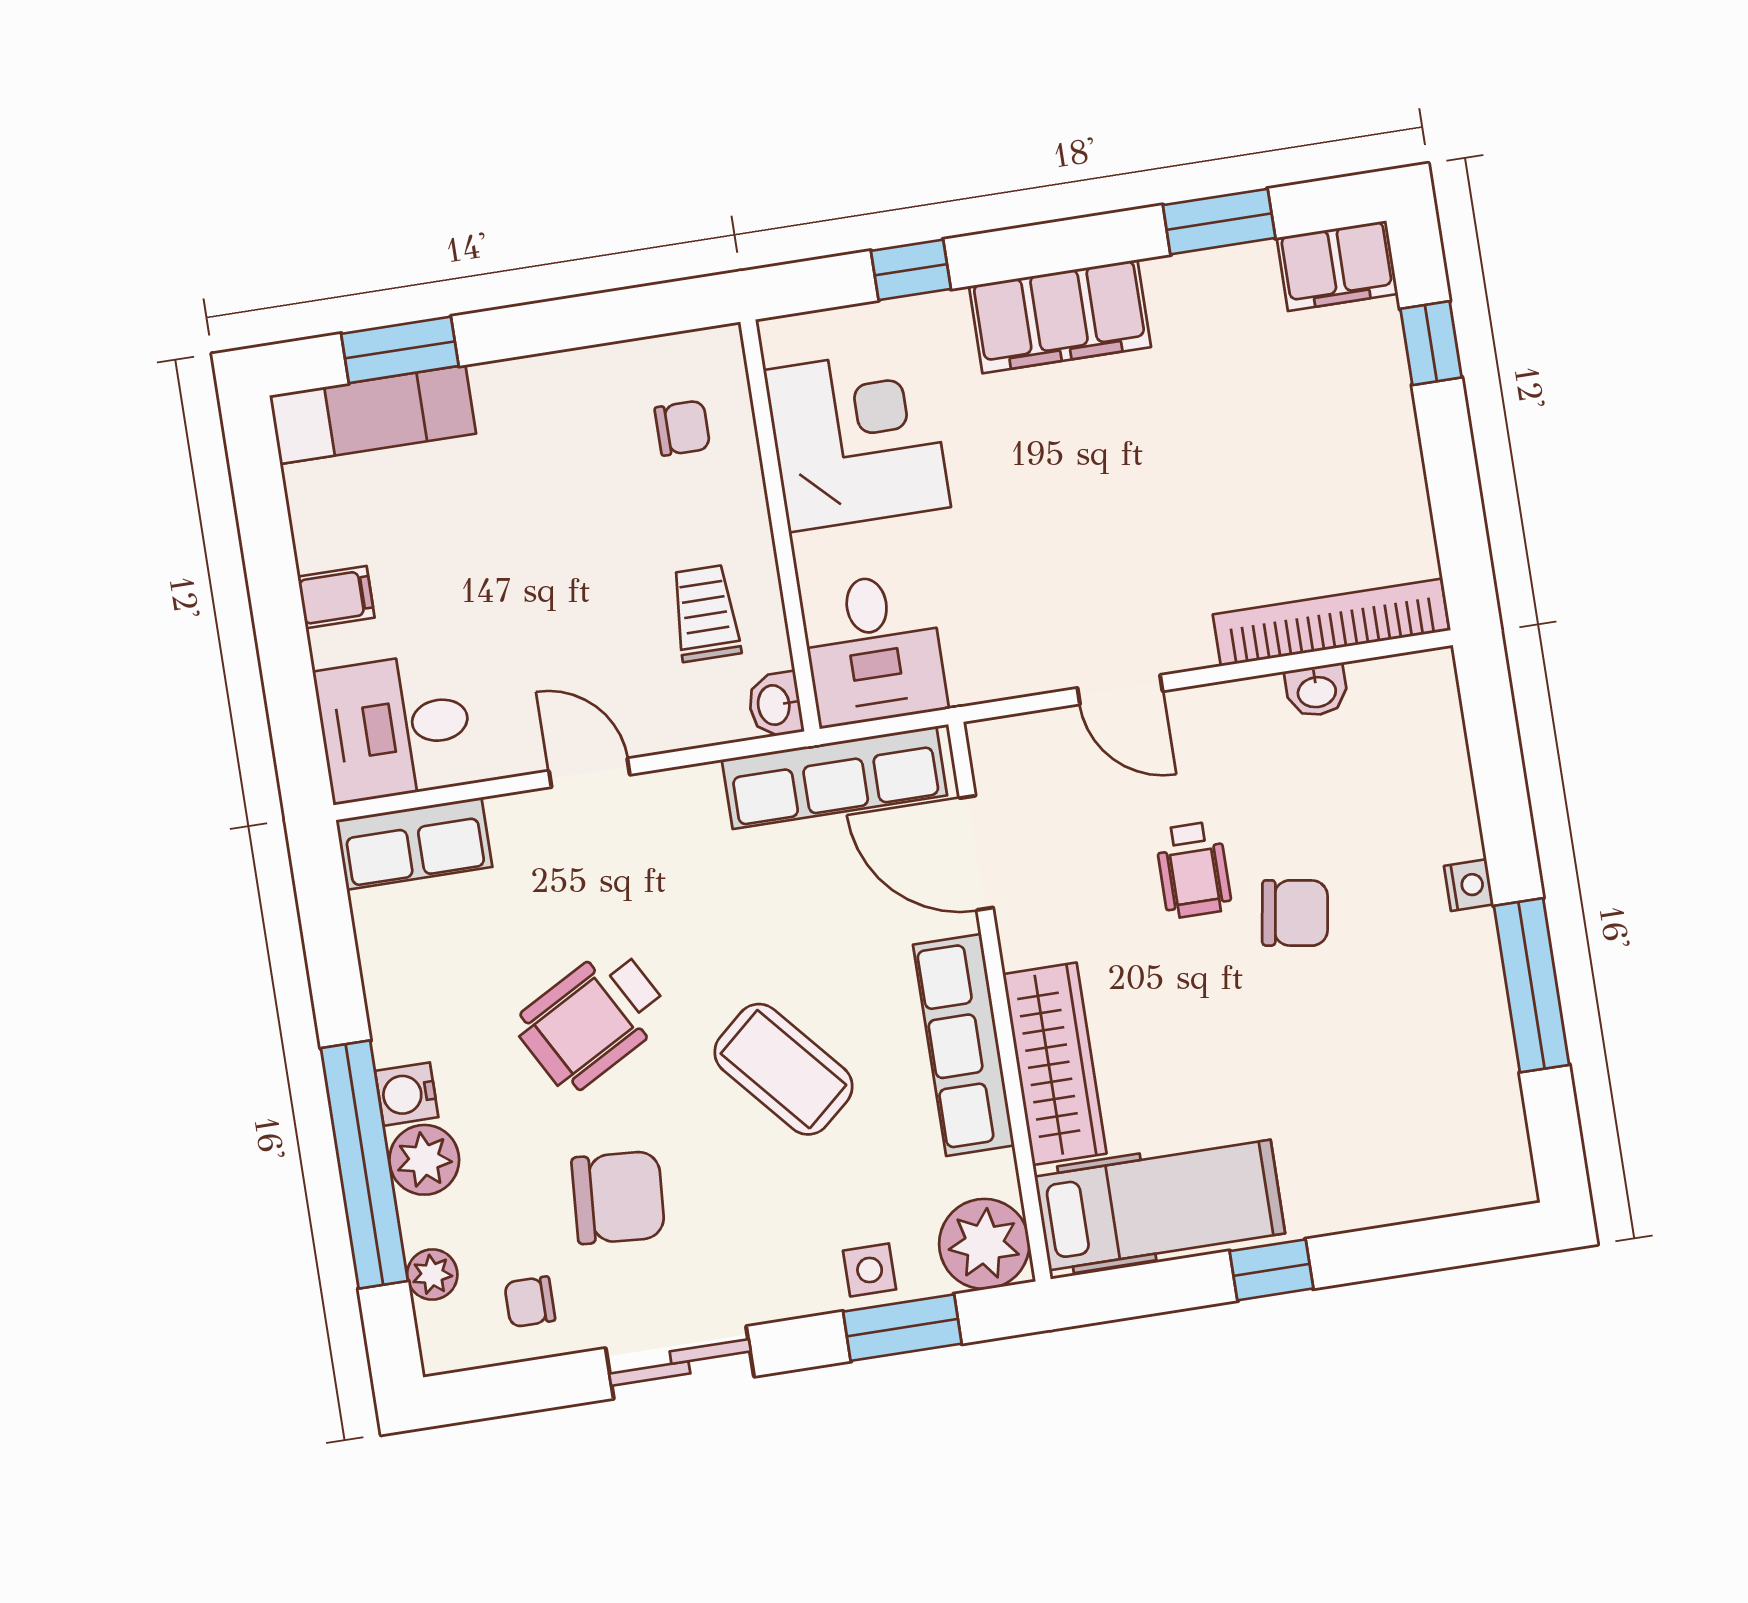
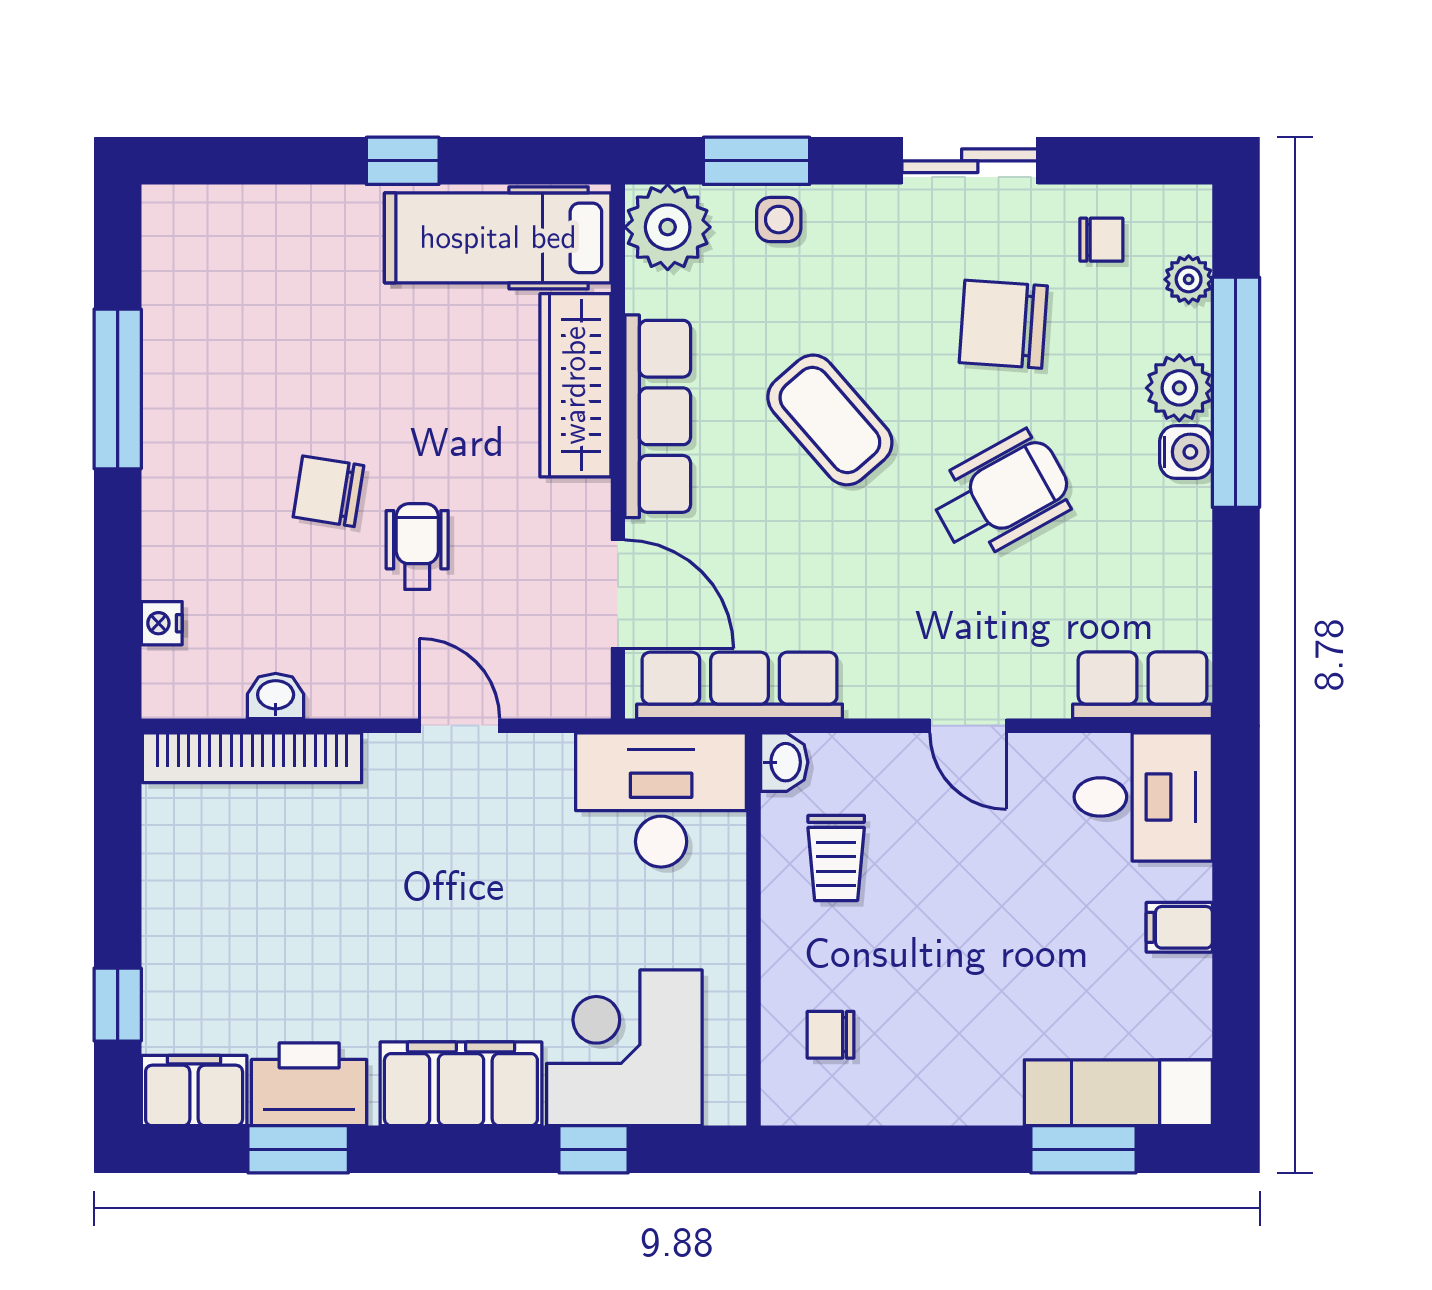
printer: (1218, 291) -> (309, 1084), added
corner desk: (857, 439) -> (624, 1048), moved, turned 90
desk: (873, 649) -> (661, 800), width x1.37
nightstand: (1469, 885) -> (162, 623), moved

